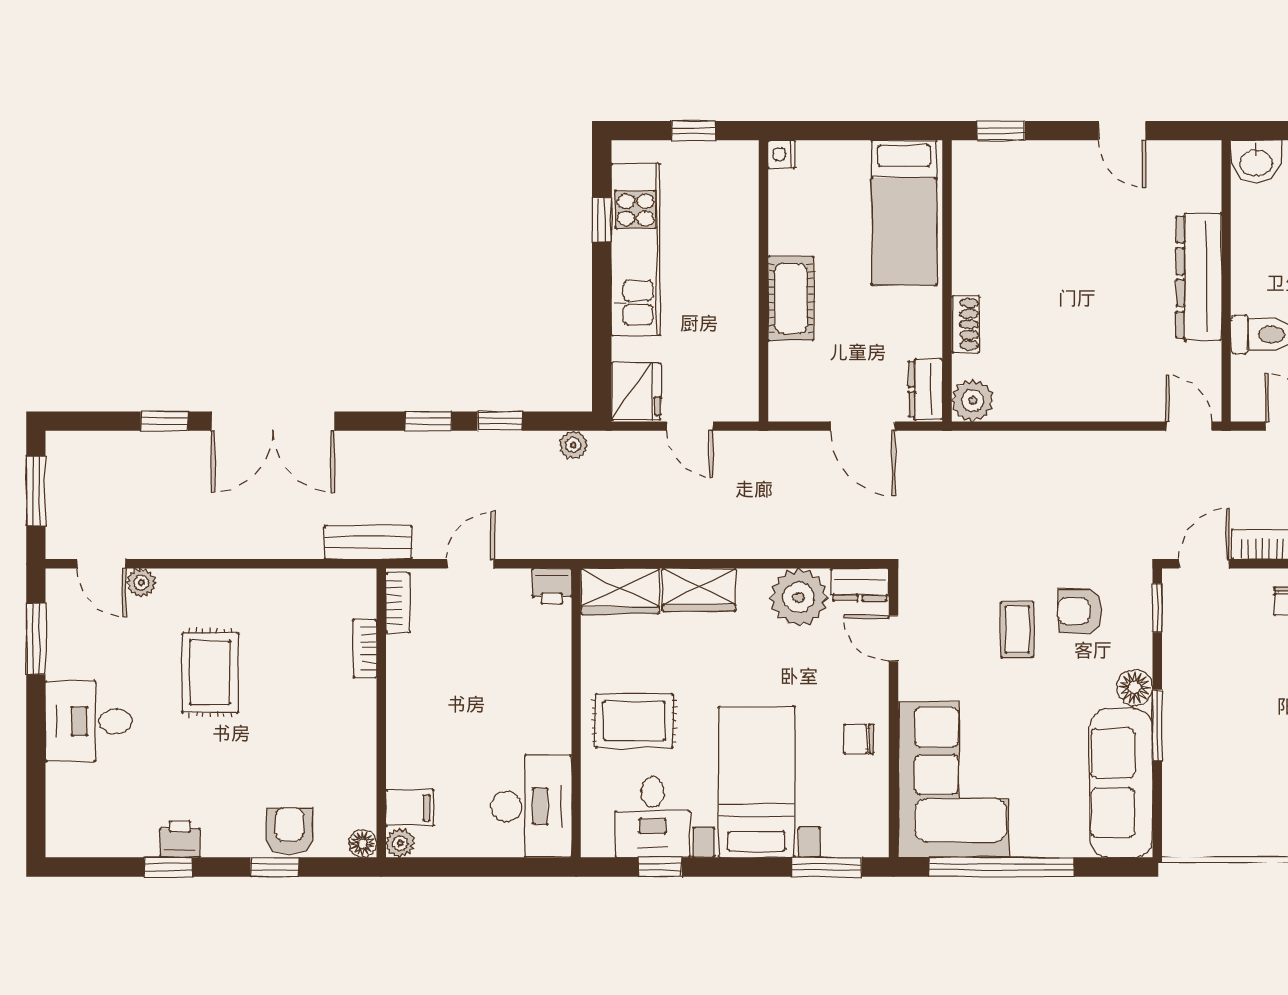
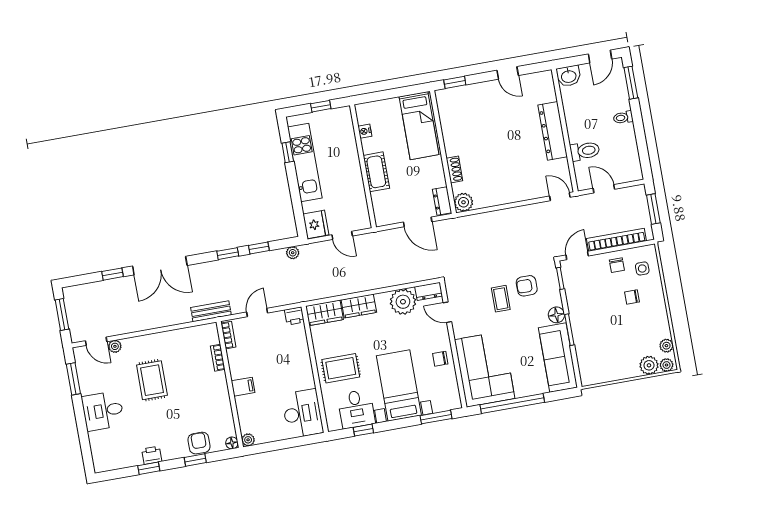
nightstand: (781, 154) -> (365, 131), moved
filing cabinet: (410, 808) -> (243, 387), moved

